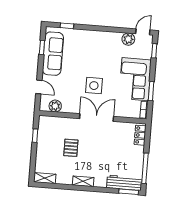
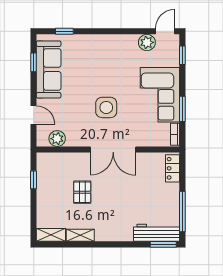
double door: (97, 118) -> (113, 149), swing flipped
shelving: (83, 181) -> (80, 235), moved

